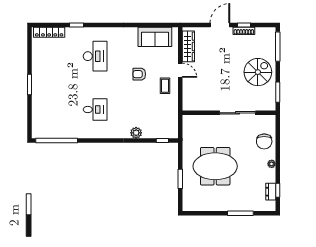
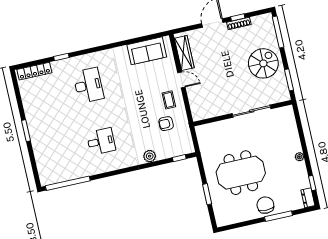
armchair: (139, 74) -> (166, 124), moved
chair: (264, 141) -> (265, 205), moved, turned 180
dresser: (271, 192) -> (308, 198), moved

